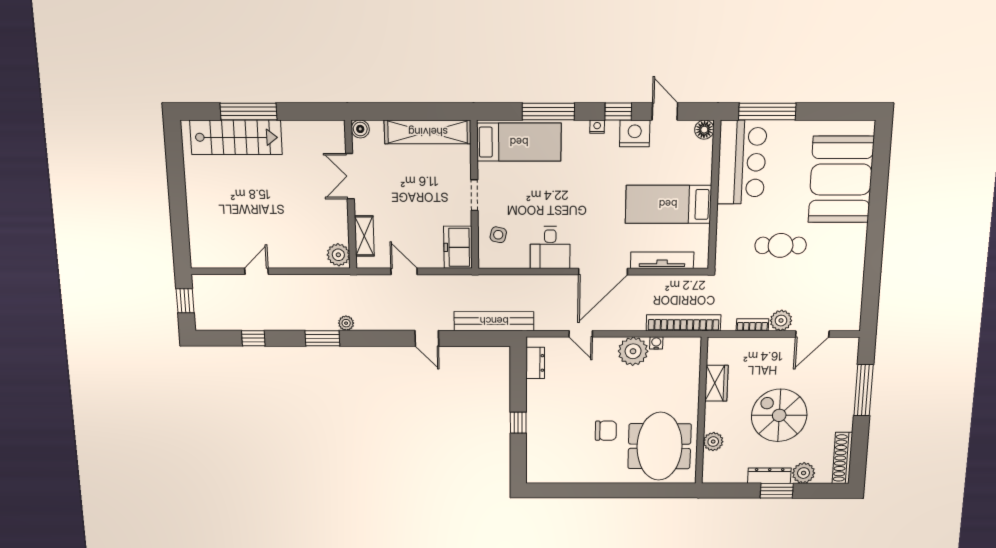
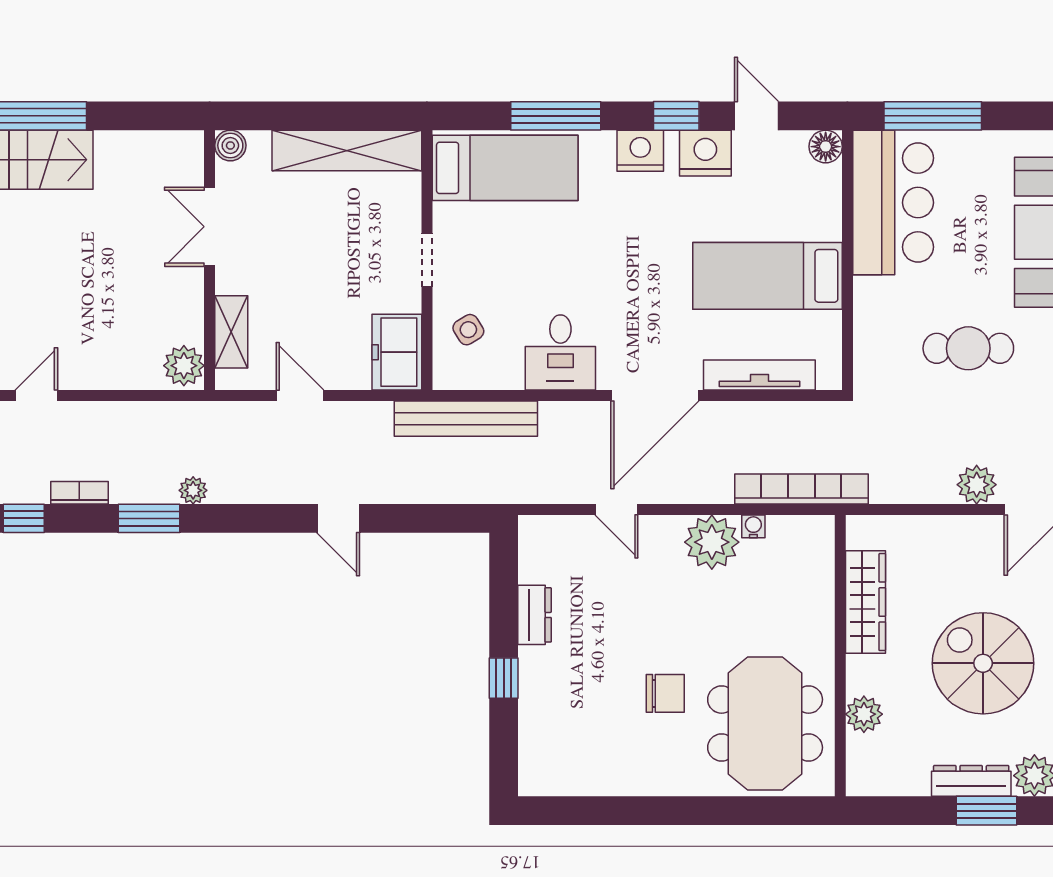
nightstand: (597, 127) -> (640, 151), width x1.89, depth x1.79
side table: (498, 235) -> (468, 330), turned 45
bench: (494, 321) -> (466, 419), moved
bookcase: (752, 325) -> (79, 493), moved
dresser: (535, 363) -> (534, 615), moved
wardrobe: (717, 383) -> (865, 602), width x1.50

